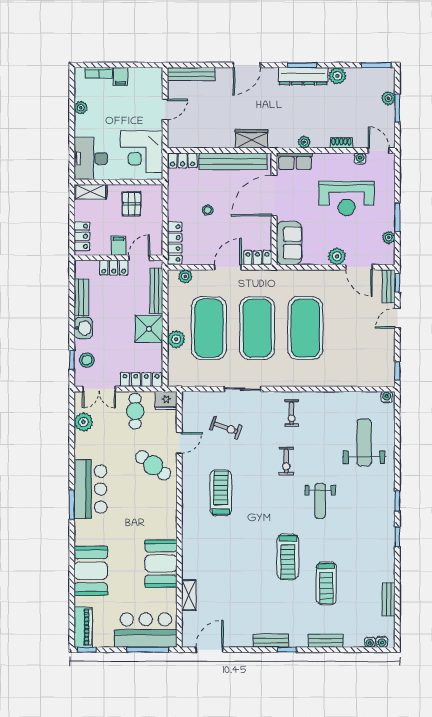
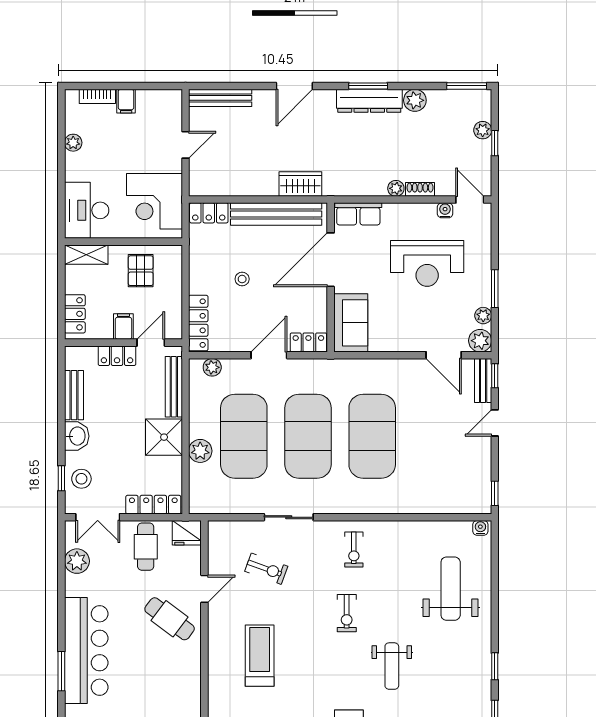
window: (397, 108) -> (495, 143), width x0.67
plant: (304, 142) -> (396, 188), moved
plant: (337, 256) -> (480, 341), moved
bar counter: (91, 489) -> (86, 651), width x1.36

